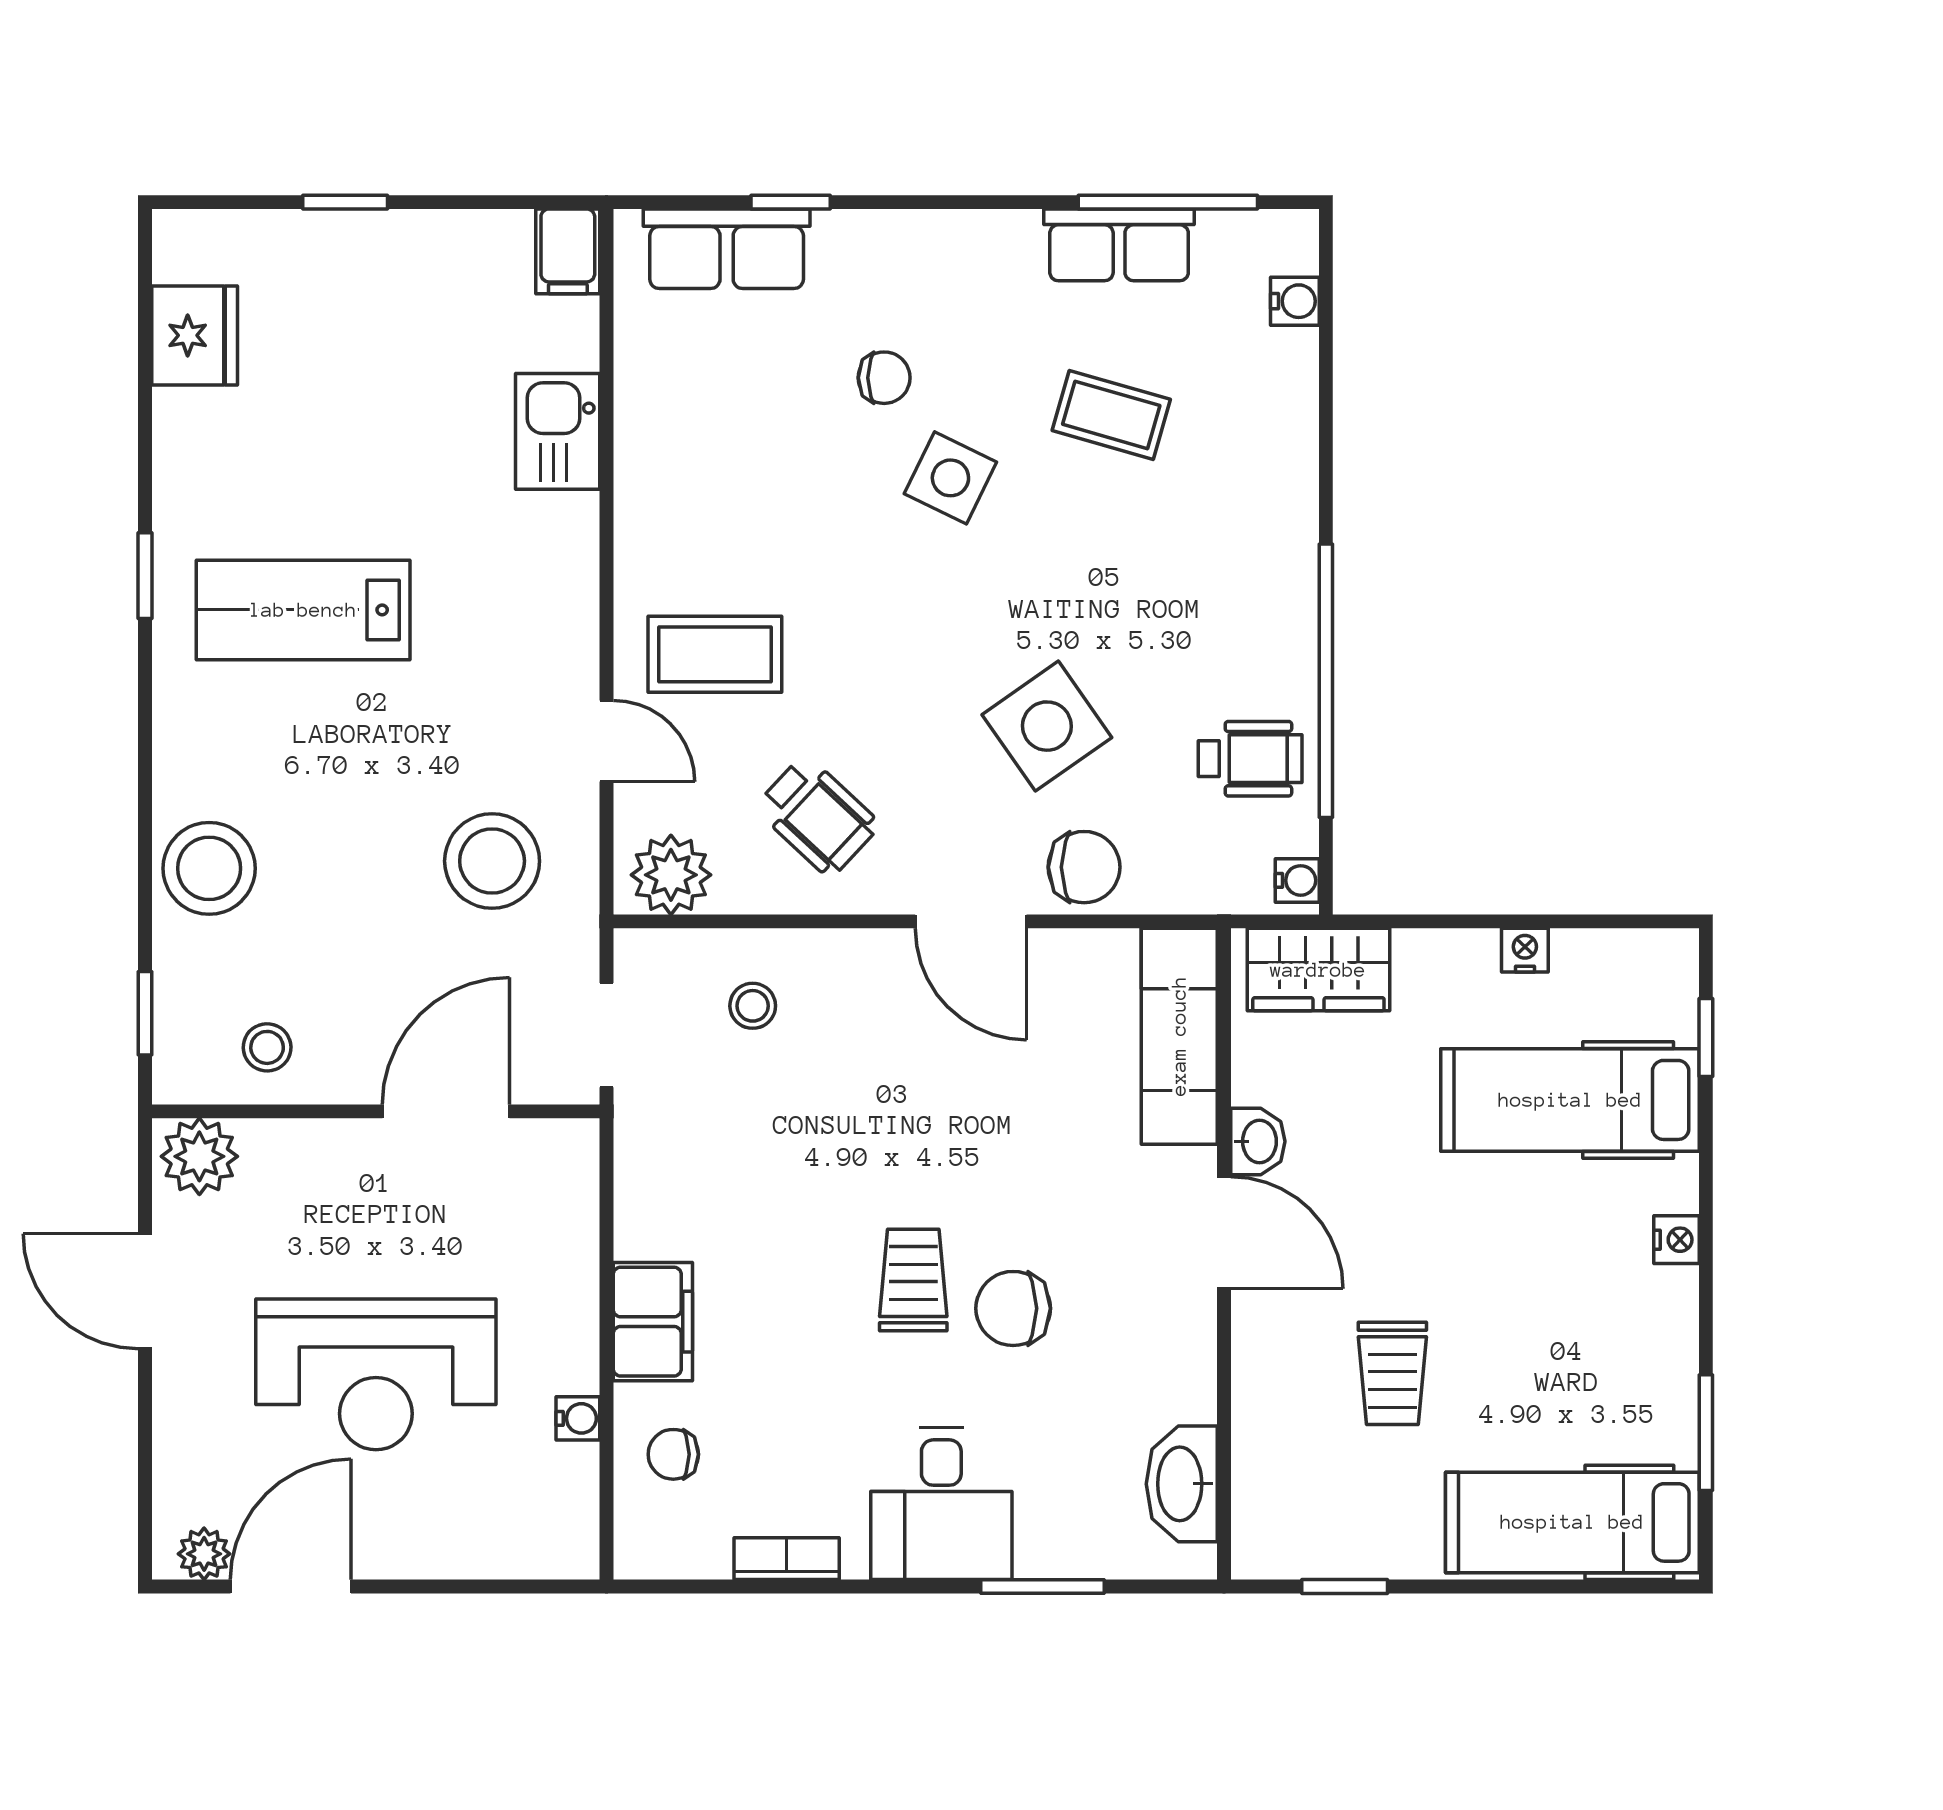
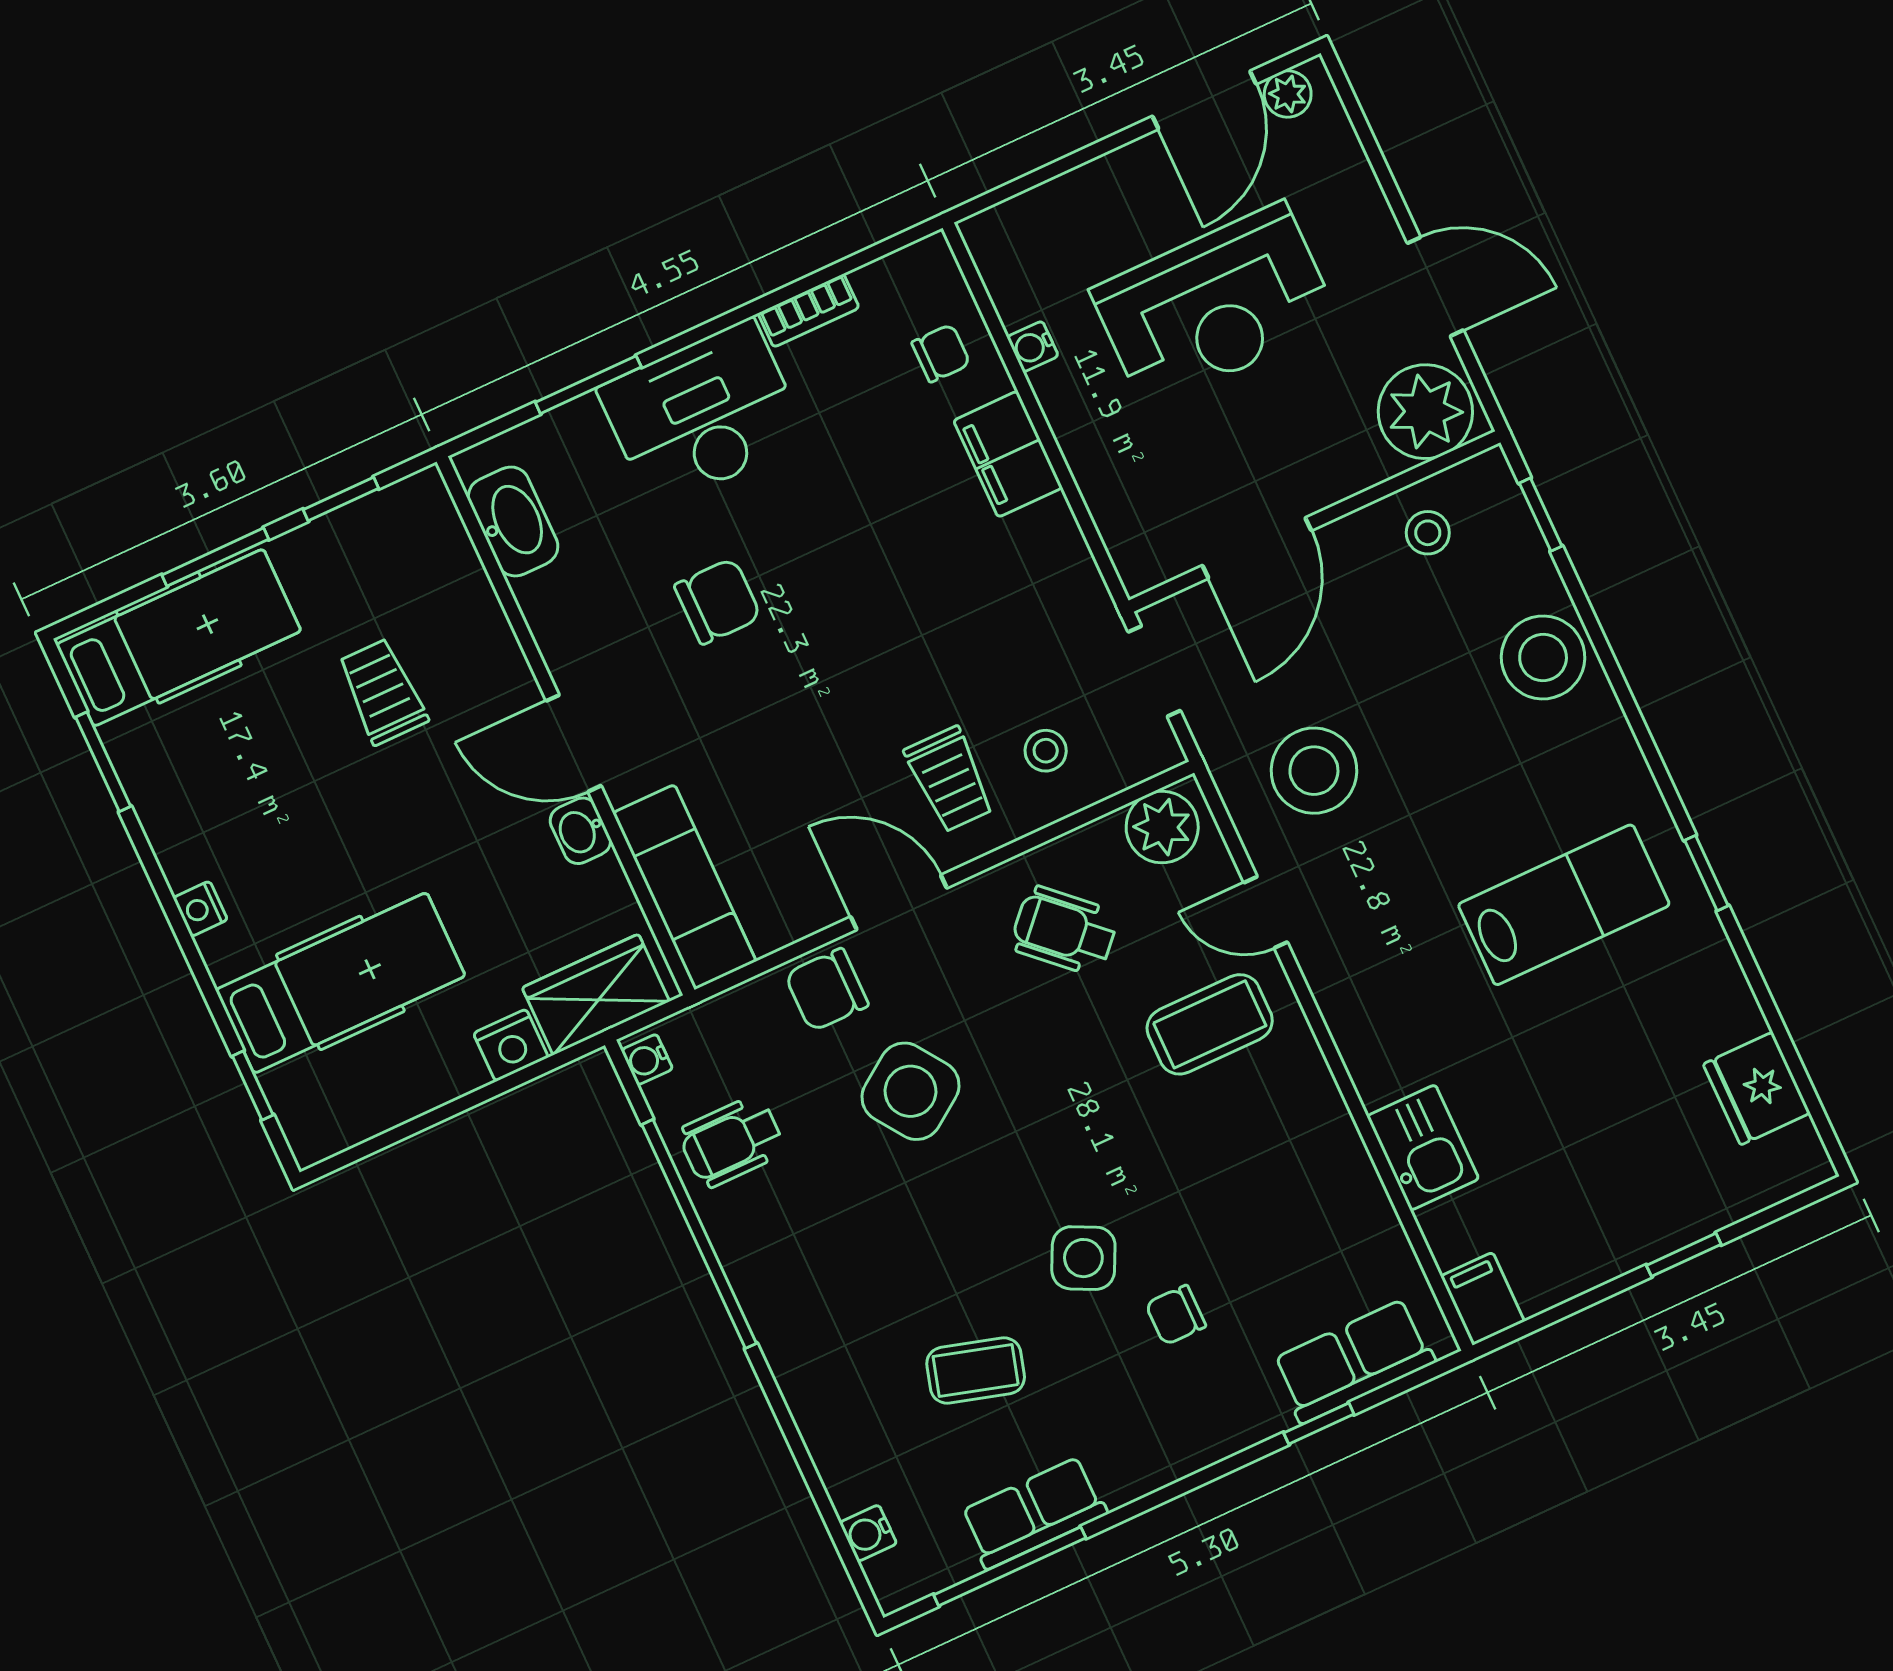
nightstand: (1525, 950) -> (511, 1045), moved, width x1.39, depth x1.35
plant: (199, 1156) -> (1425, 412), width x1.36, depth x1.36
trolley: (913, 1280) -> (950, 779), moved
reception desk: (376, 1374) -> (1215, 306), turned 180
desk: (941, 1504) -> (703, 414), width x1.37
window: (1498, 1586) -> (215, 557), added

